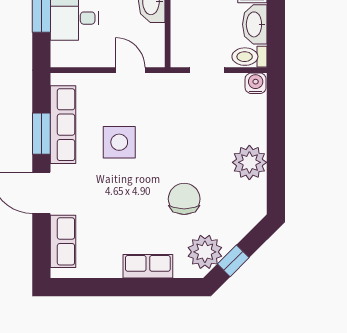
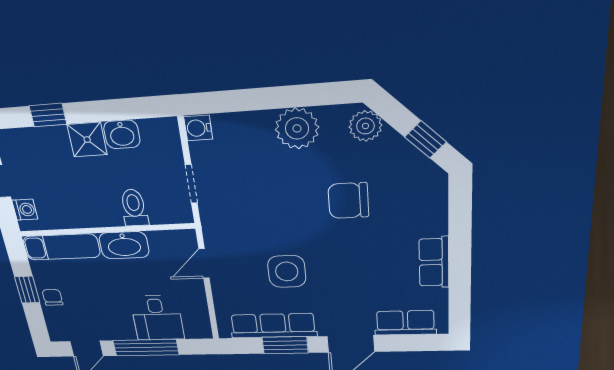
washbasin: (255, 24) -> (122, 134), width x0.72
toilet: (249, 57) -> (134, 208), moved, turned 180
plant: (205, 252) -> (365, 126), moved, width x0.73, depth x0.73
row of seats: (148, 266) -> (434, 262), moved

